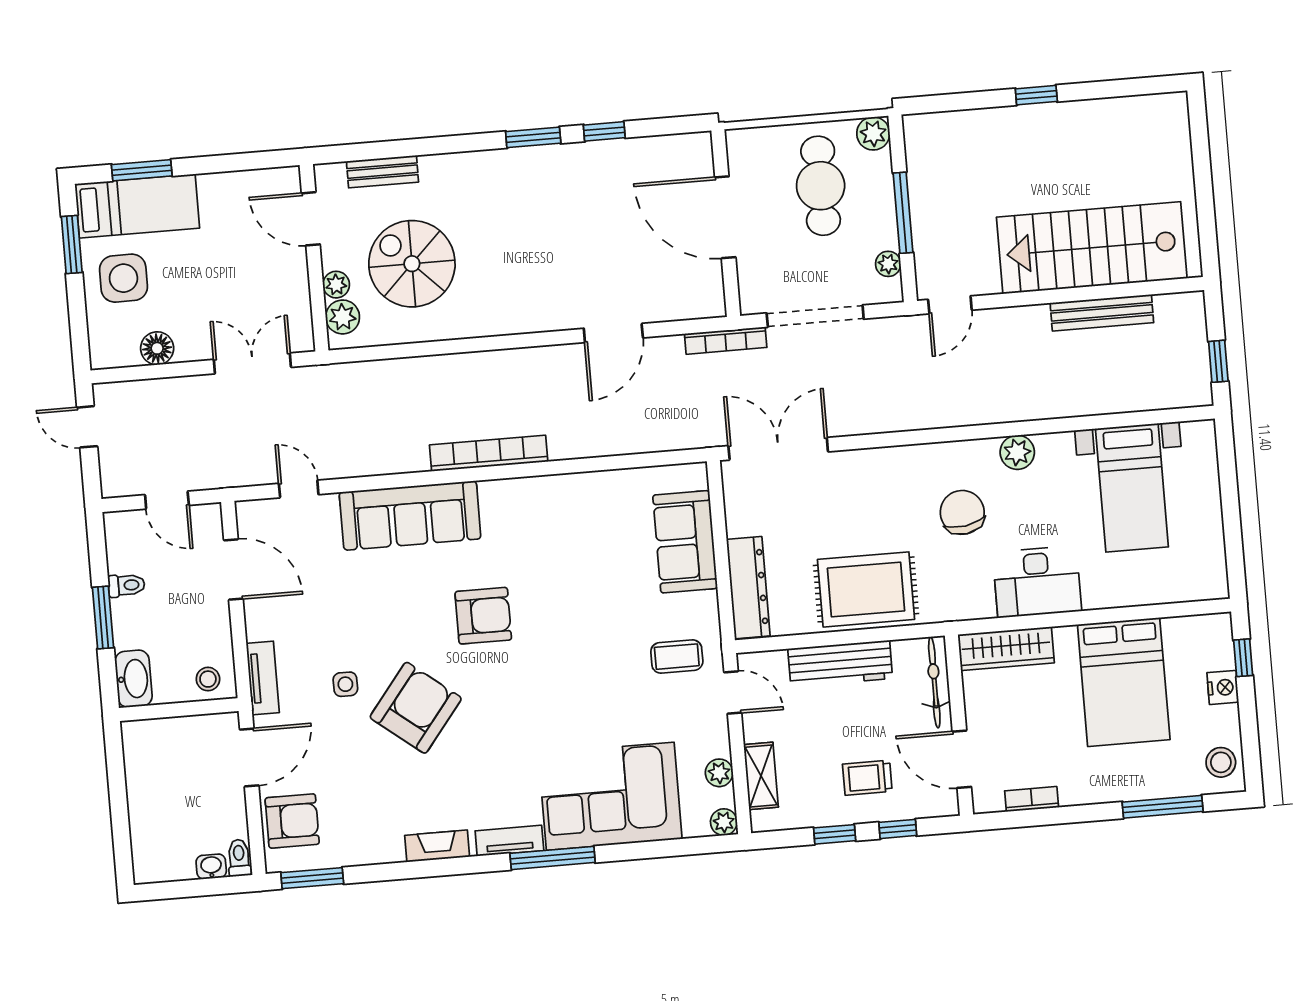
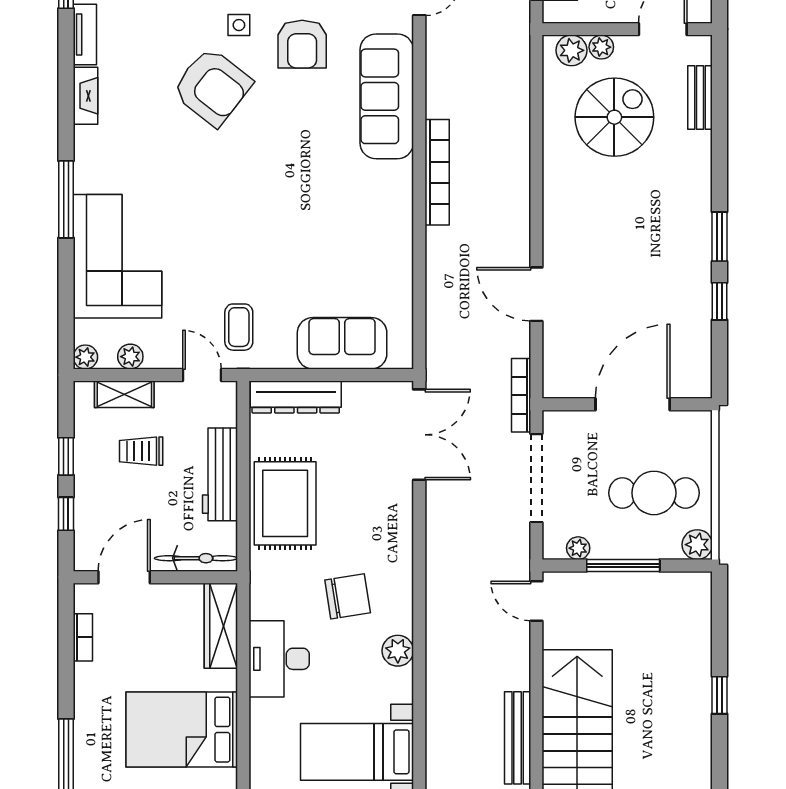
armchair: (483, 616) -> (302, 44), moved
door: (733, 692) -> (202, 375), swing flipped
trolley: (867, 778) -> (141, 451), moved, turned -90
tv unit: (509, 841) -> (85, 35), moved

